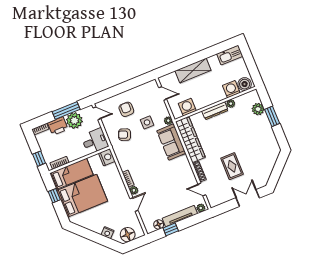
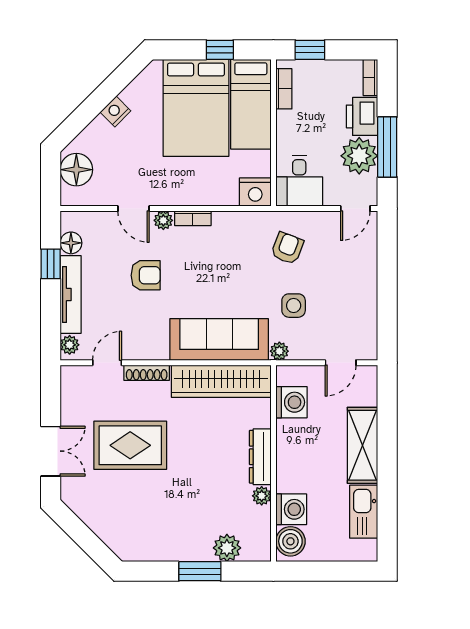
kitchen sink: (230, 55) -> (364, 512), moved
armchair: (126, 109) -> (146, 275), moved
sofa: (171, 142) -> (219, 339), width x1.36
rug: (232, 166) -> (130, 445), width x1.36, depth x1.43
nightstand: (107, 233) -> (115, 112), moved

